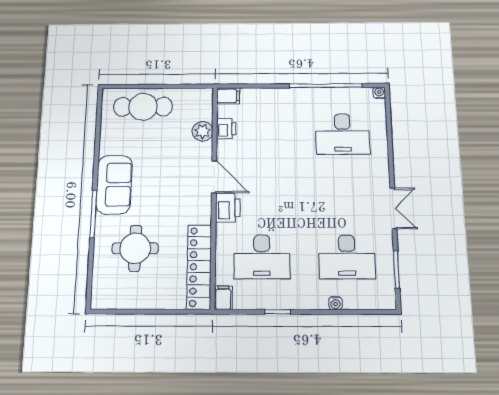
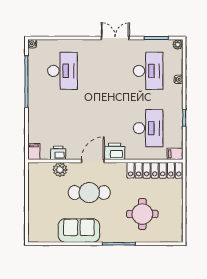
cafe table: (143, 107) -> (89, 193), moved, turned 90
sofa: (114, 184) -> (79, 231), moved
plant: (388, 302) -> (178, 44), added

